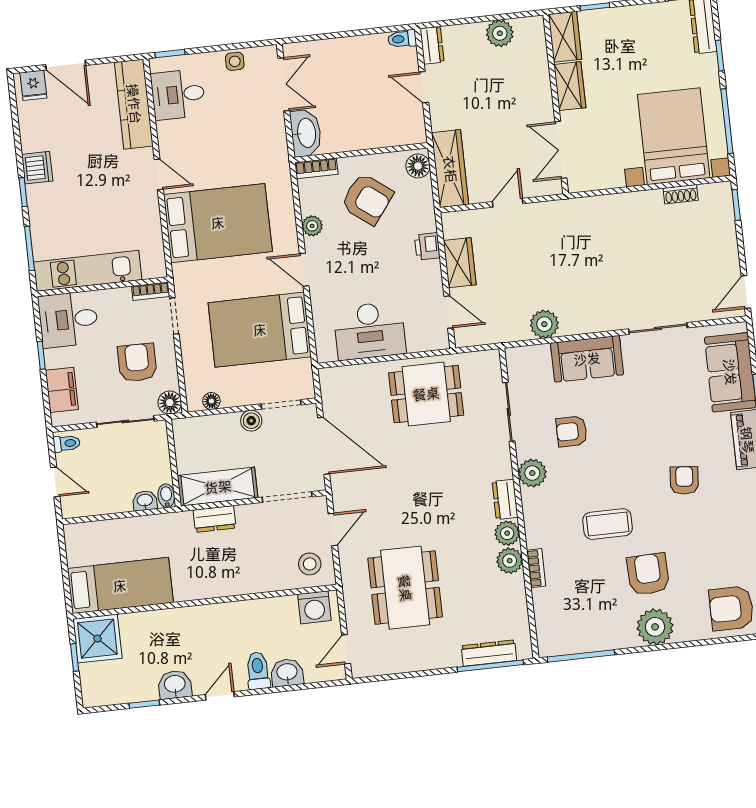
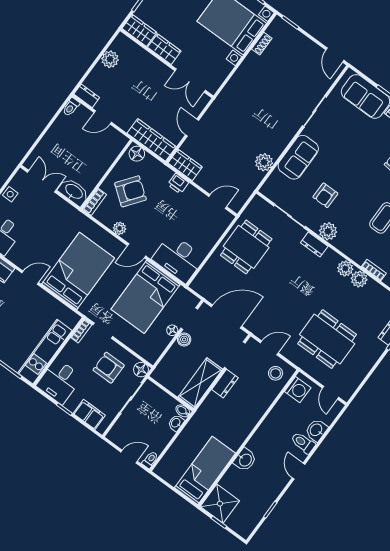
wardrobe: (460, 263) -> (185, 165), moved
desk: (370, 331) -> (178, 258), moved, turned 90
floor lamp: (211, 401) -> (172, 330), moved
toilet: (67, 443) -> (150, 460), moved
dresser: (505, 499) -> (314, 245), moved
dresser: (215, 519) -> (225, 384), moved
door: (333, 529) -> (269, 348), hinge flipped
washbasin: (175, 685) -> (245, 460), moved, turned 180

